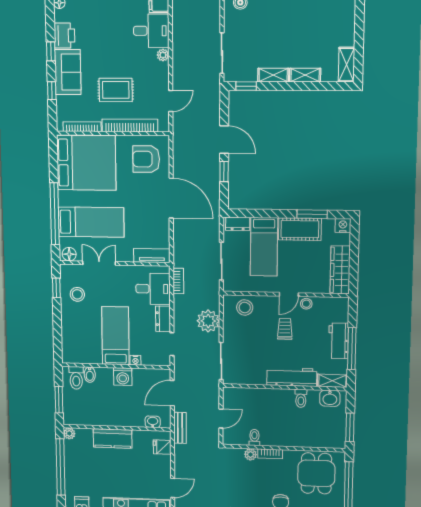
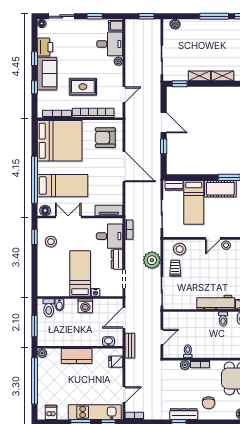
trolley: (285, 329) -> (175, 268), moved

